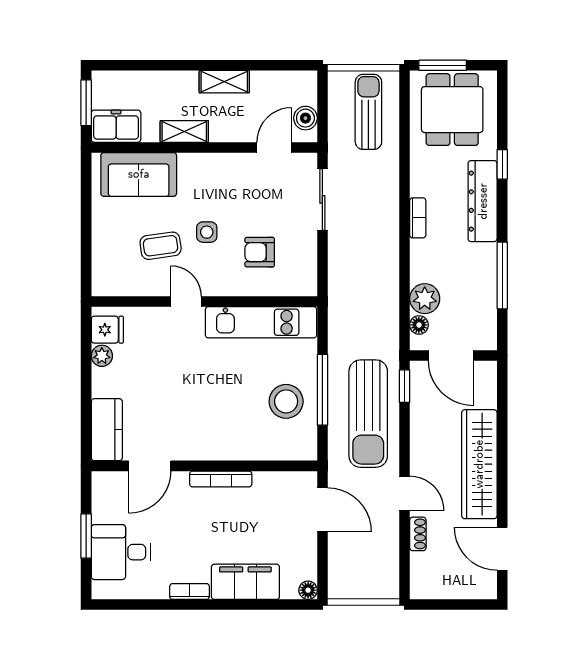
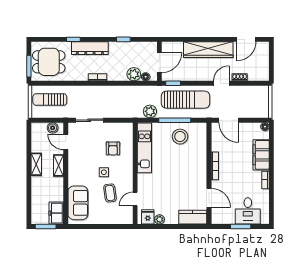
shelving: (184, 131) -> (59, 165), moved
window: (502, 276) -> (123, 39), width x0.46
door: (186, 302) -> (135, 199), moved
plant: (342, 335) -> (150, 111), added
door: (322, 510) -> (229, 120), swing flipped

